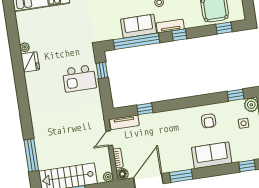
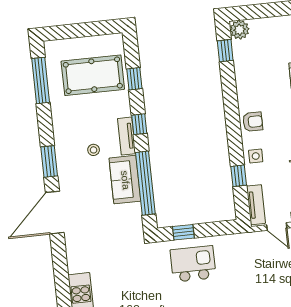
window: (224, 28) -> (134, 79), moved
kitchen island: (79, 78) -> (193, 264), turned -90
armchair: (209, 121) -> (253, 122), moved
side table: (244, 123) -> (256, 156), moved

